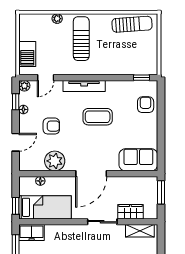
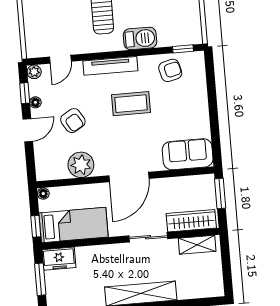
barbecue: (27, 54) -> (140, 38), moved, turned -90
armchair: (146, 105) -> (170, 70), moved, turned 76
armchair: (51, 126) -> (73, 121), turned 59
door: (16, 142) -> (28, 130), moved
floor lamp: (40, 181) -> (43, 194), moved
wardrobe: (130, 212) -> (191, 221), width x1.50

